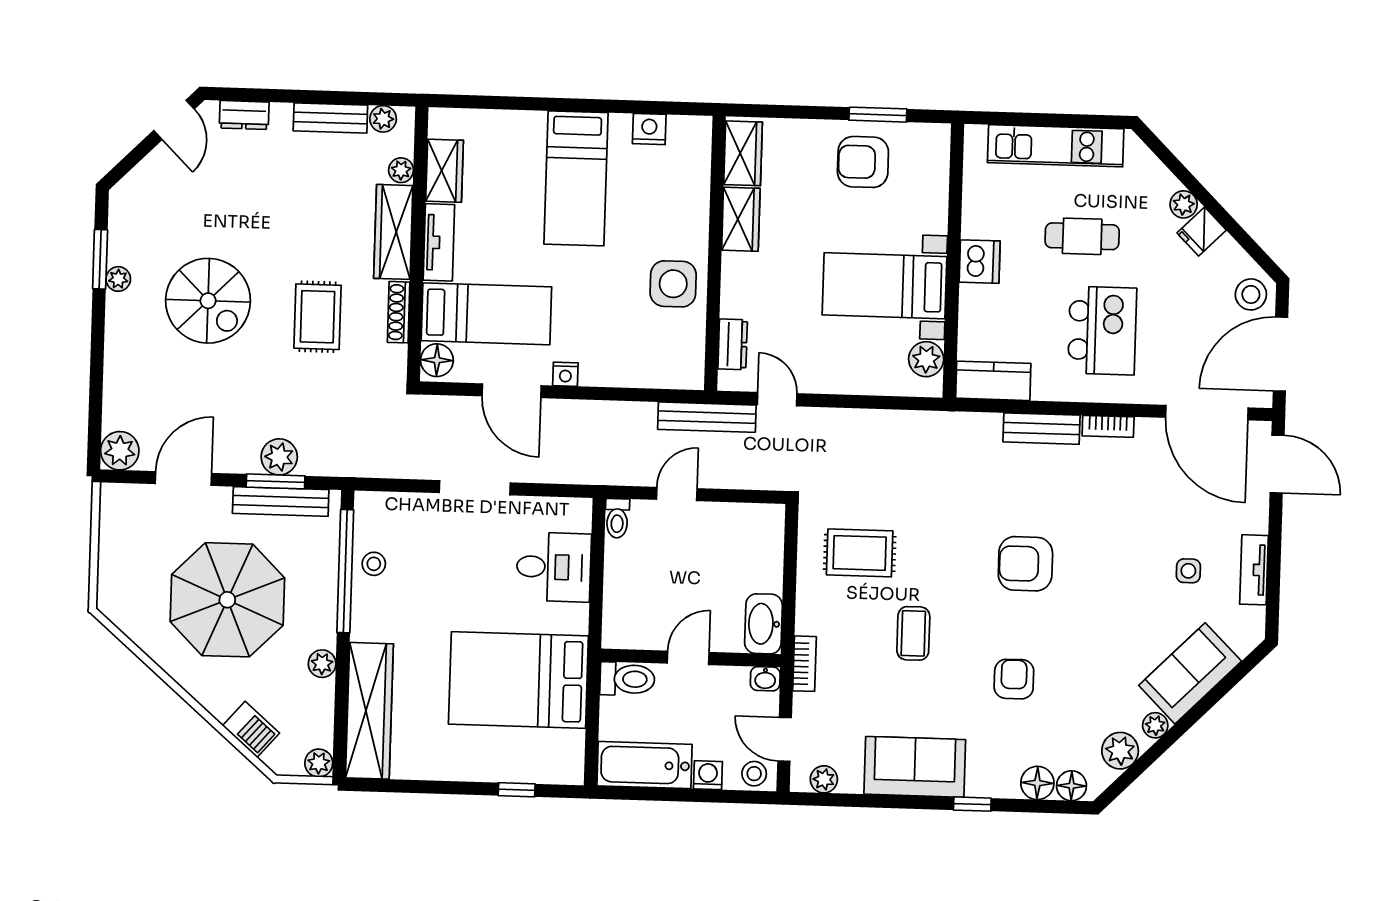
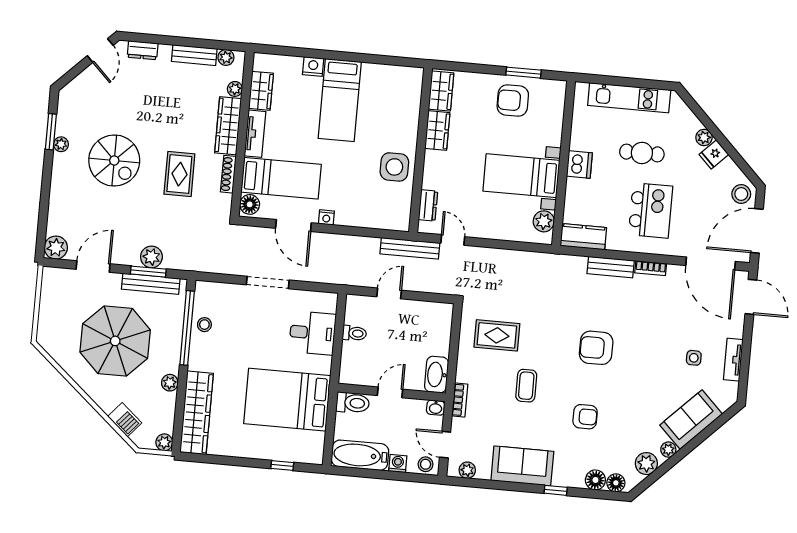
nightstand: (649, 129) -> (313, 67), moved
toilet: (617, 518) -> (354, 333), moved, turned -90
armchair: (1014, 679) -> (585, 417), turned 90

